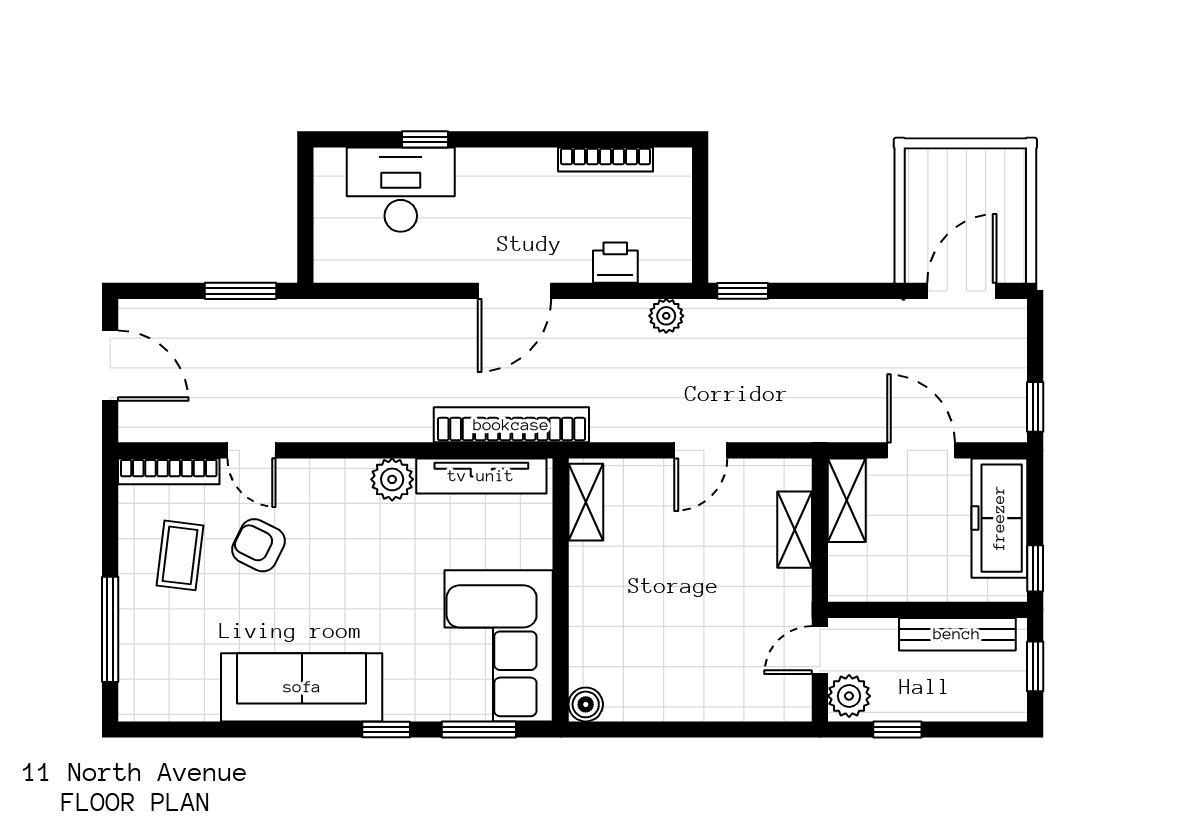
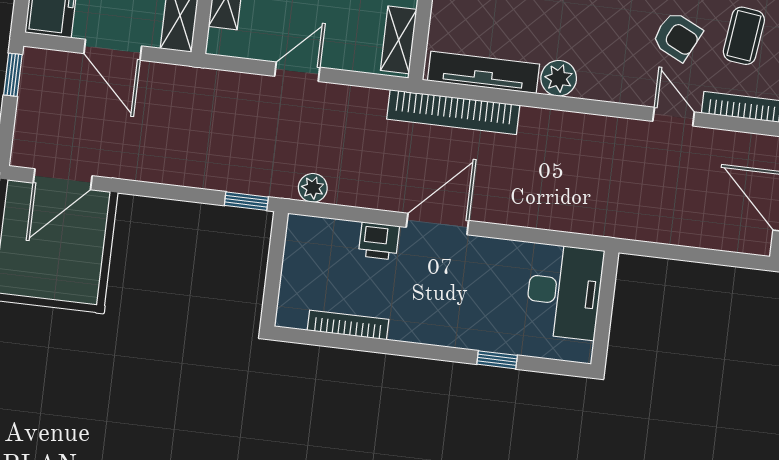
desk: (401, 190) -> (564, 292), moved, turned -90
printer: (615, 263) -> (379, 241), moved
window: (241, 291) -> (667, 251), removed

